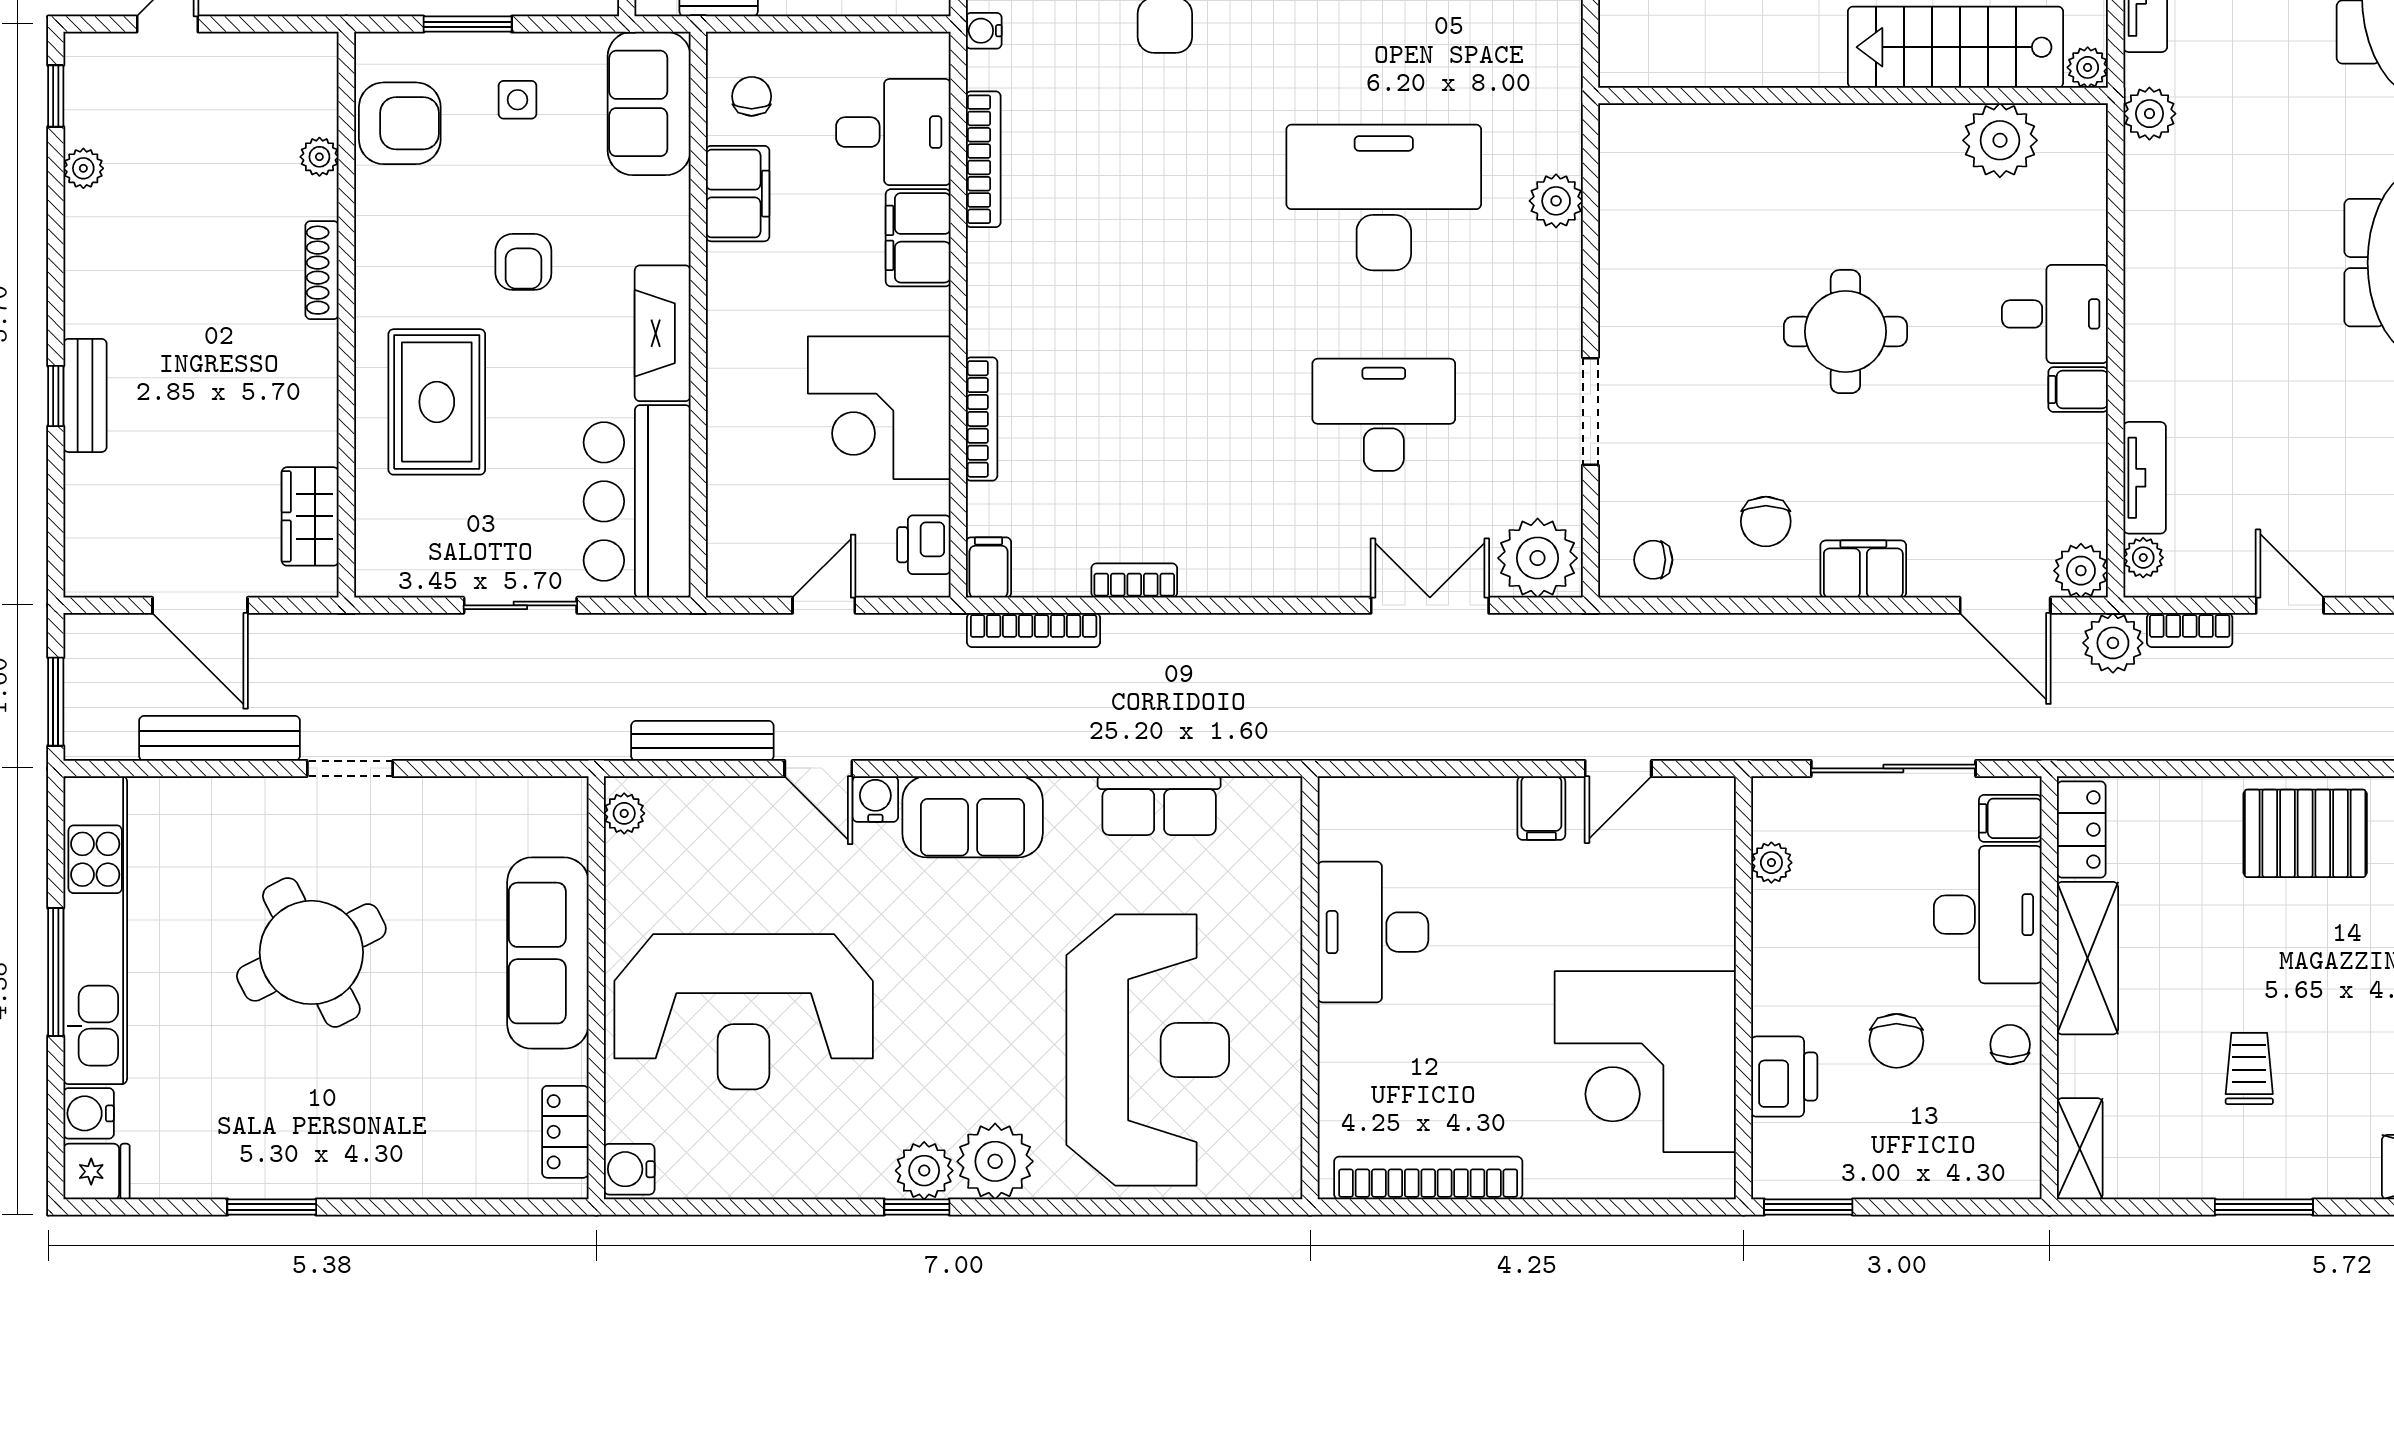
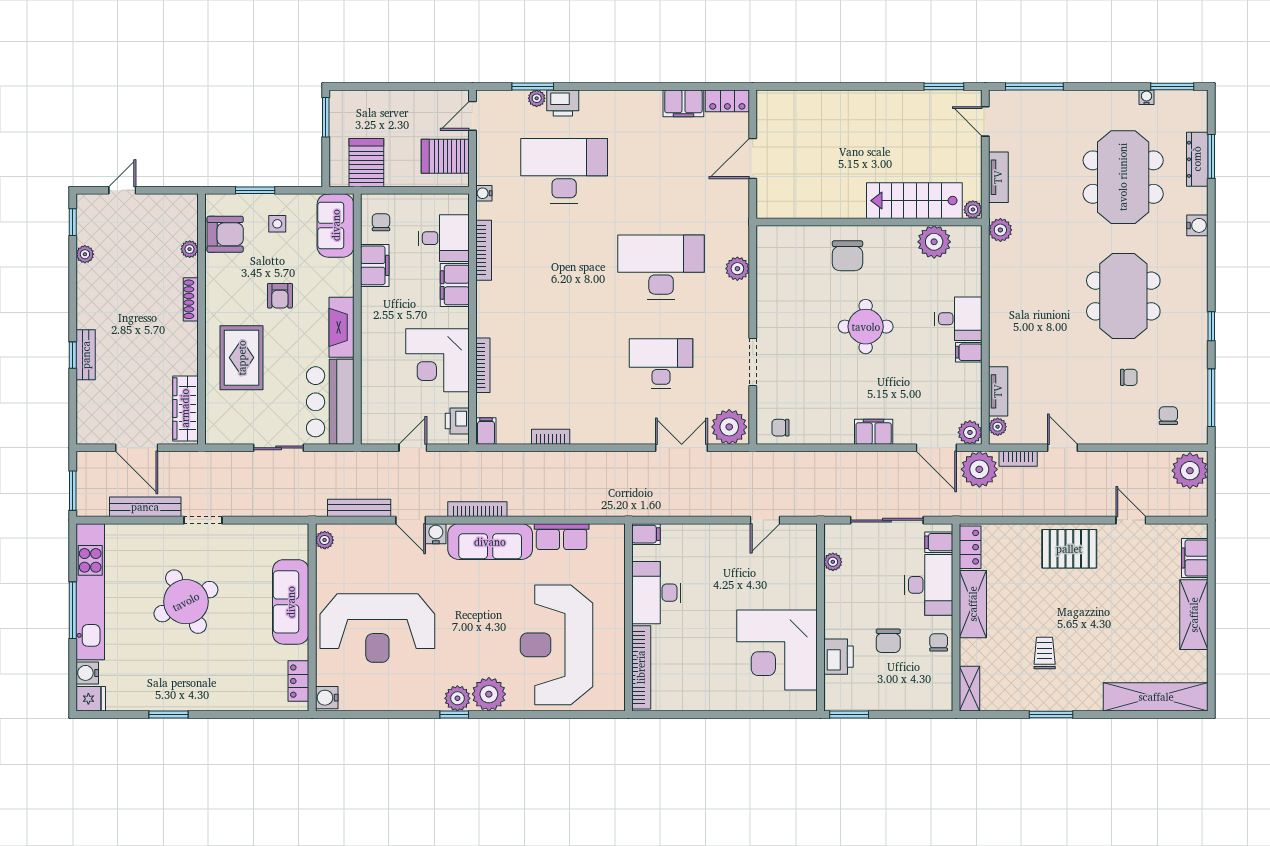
wardrobe: (310, 516) -> (185, 408), width x1.50
chair: (1766, 521) -> (847, 256), moved, width x1.37, depth x1.37
bookcase: (1034, 630) -> (477, 509), moved, turned 180
plant: (2113, 643) -> (979, 469), width x1.36, depth x1.36
filing cabinet: (1541, 808) -> (646, 534), moved, turned -90
sofa: (973, 817) -> (490, 542), width x1.36
reception desk: (1148, 1050) -> (556, 645), turned 180
bookcase: (1428, 1178) -> (641, 667), moved, turned 90

